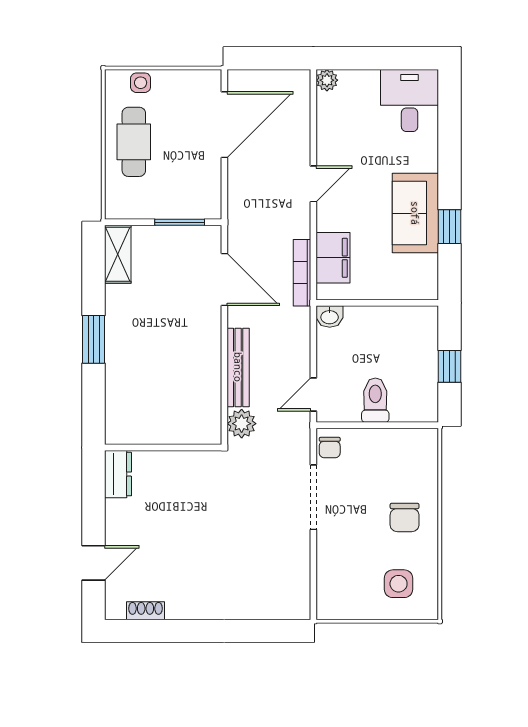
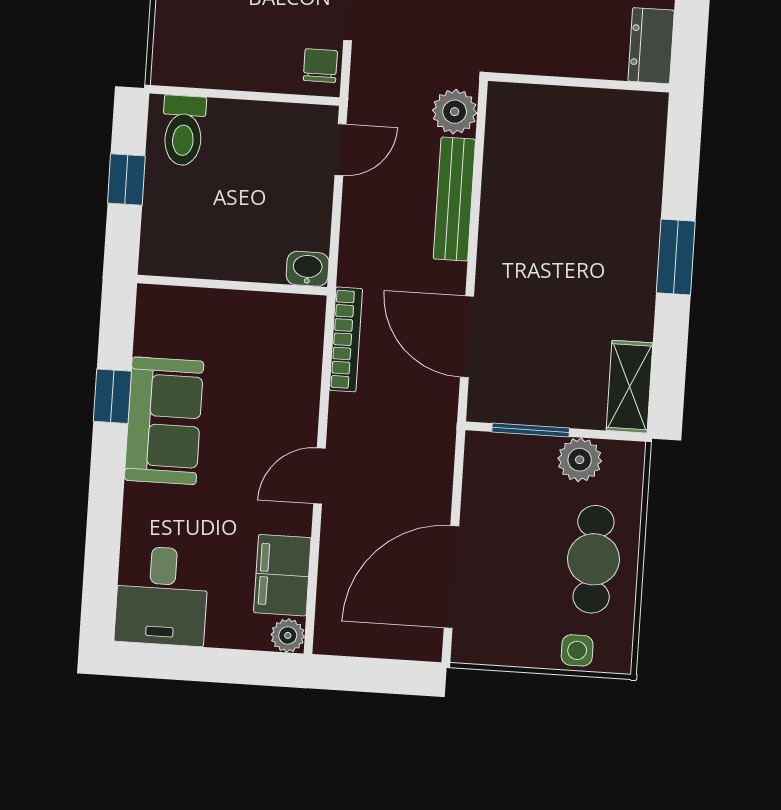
plant: (147, 205) -> (580, 460), added
filing cabinet: (333, 258) -> (282, 575), moved
toilet: (375, 400) -> (183, 131), moved

